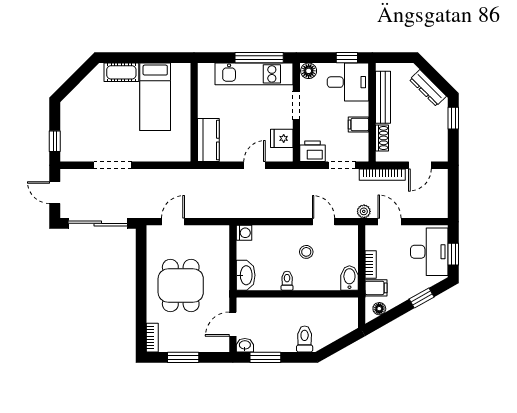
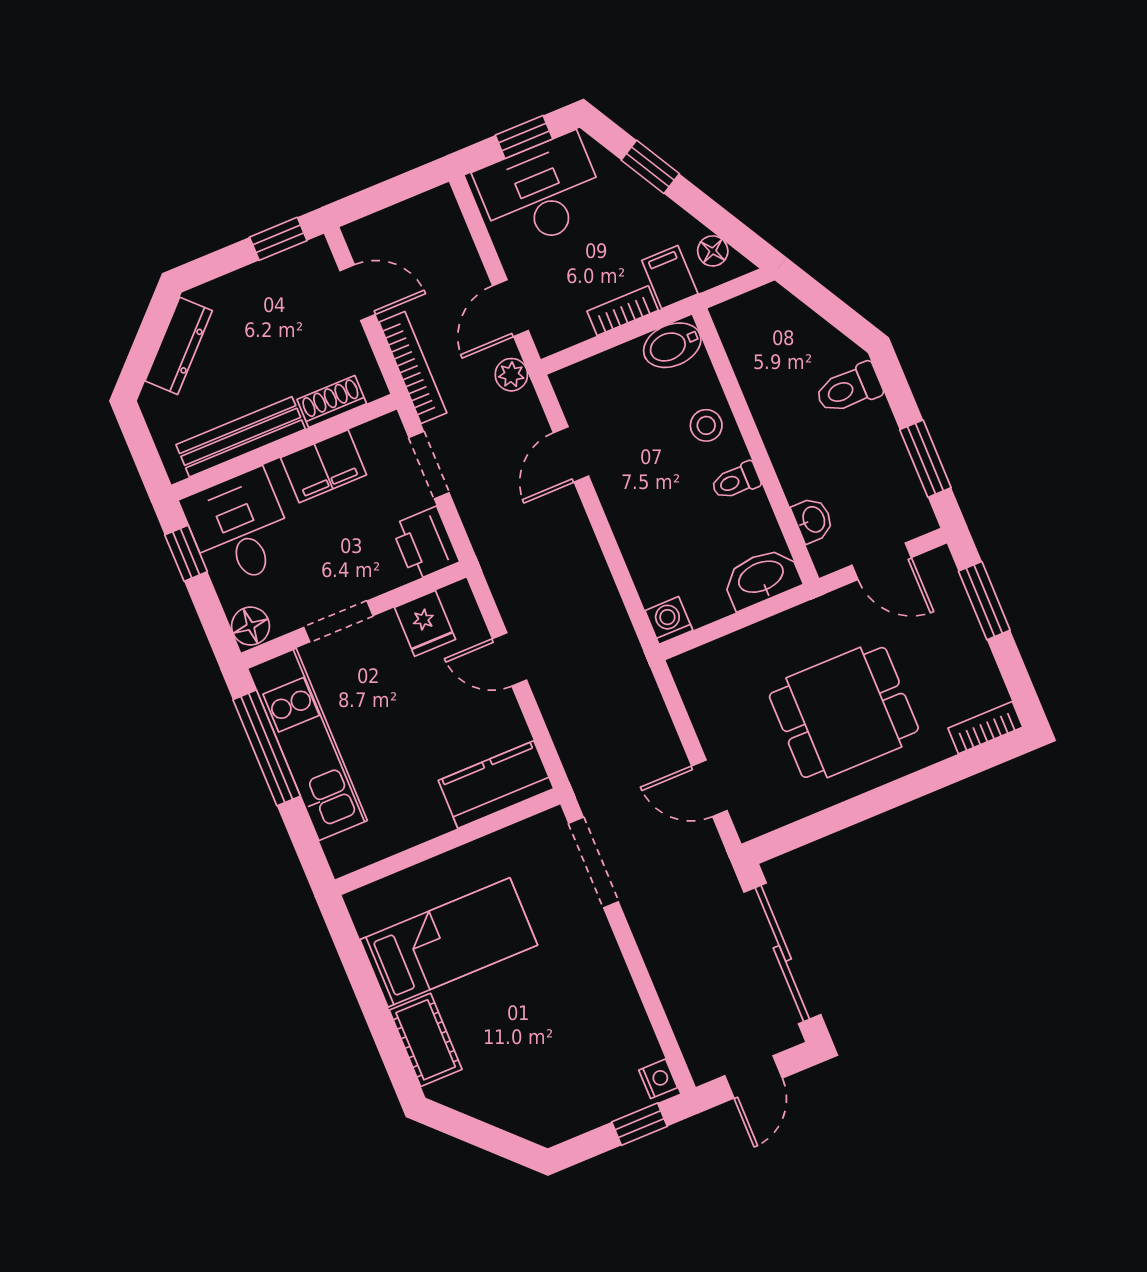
window: (453, 118) -> (278, 239), moved
filing cabinet: (358, 124) -> (324, 466), width x2.00
nightstand: (69, 156) -> (658, 1079), added
doorway: (113, 165) -> (594, 862), moved
stool: (306, 252) -> (706, 425), moved
washbasin: (245, 345) -> (813, 520), moved, turned 180
window: (183, 357) -> (984, 601), moved

